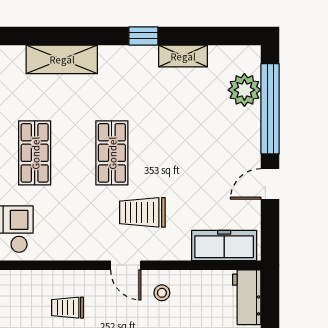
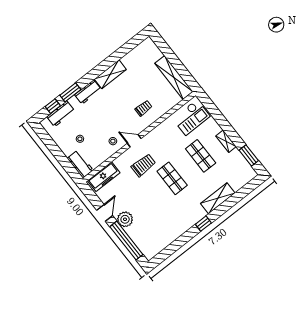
window: (143, 36) -> (203, 224), moved
shelving: (183, 56) -> (174, 235), removed
plant: (244, 90) -> (125, 219), moved

